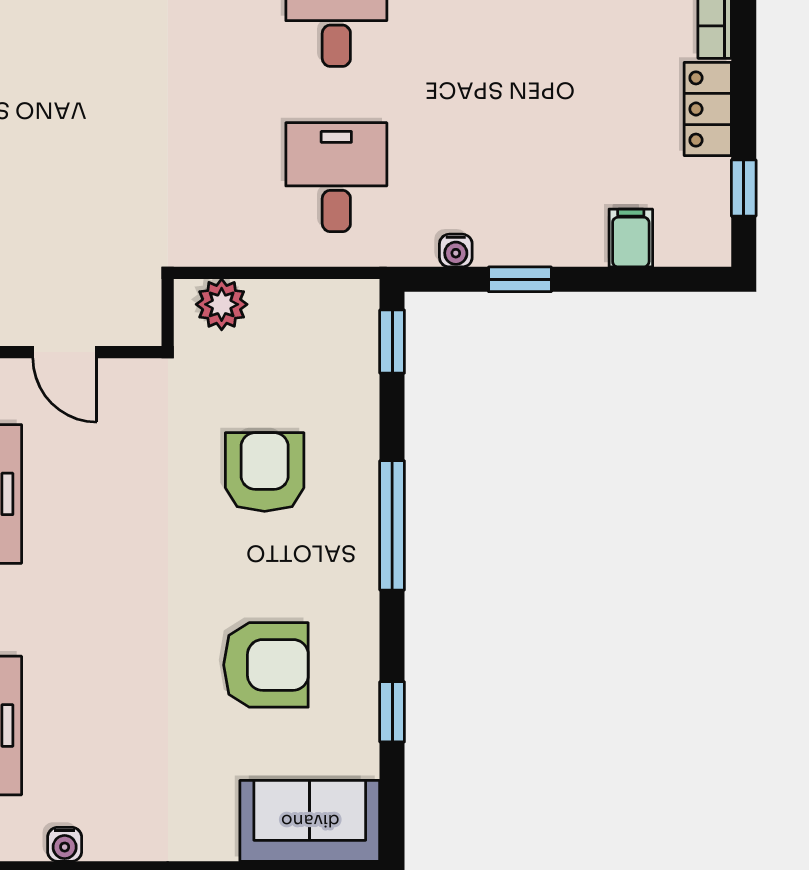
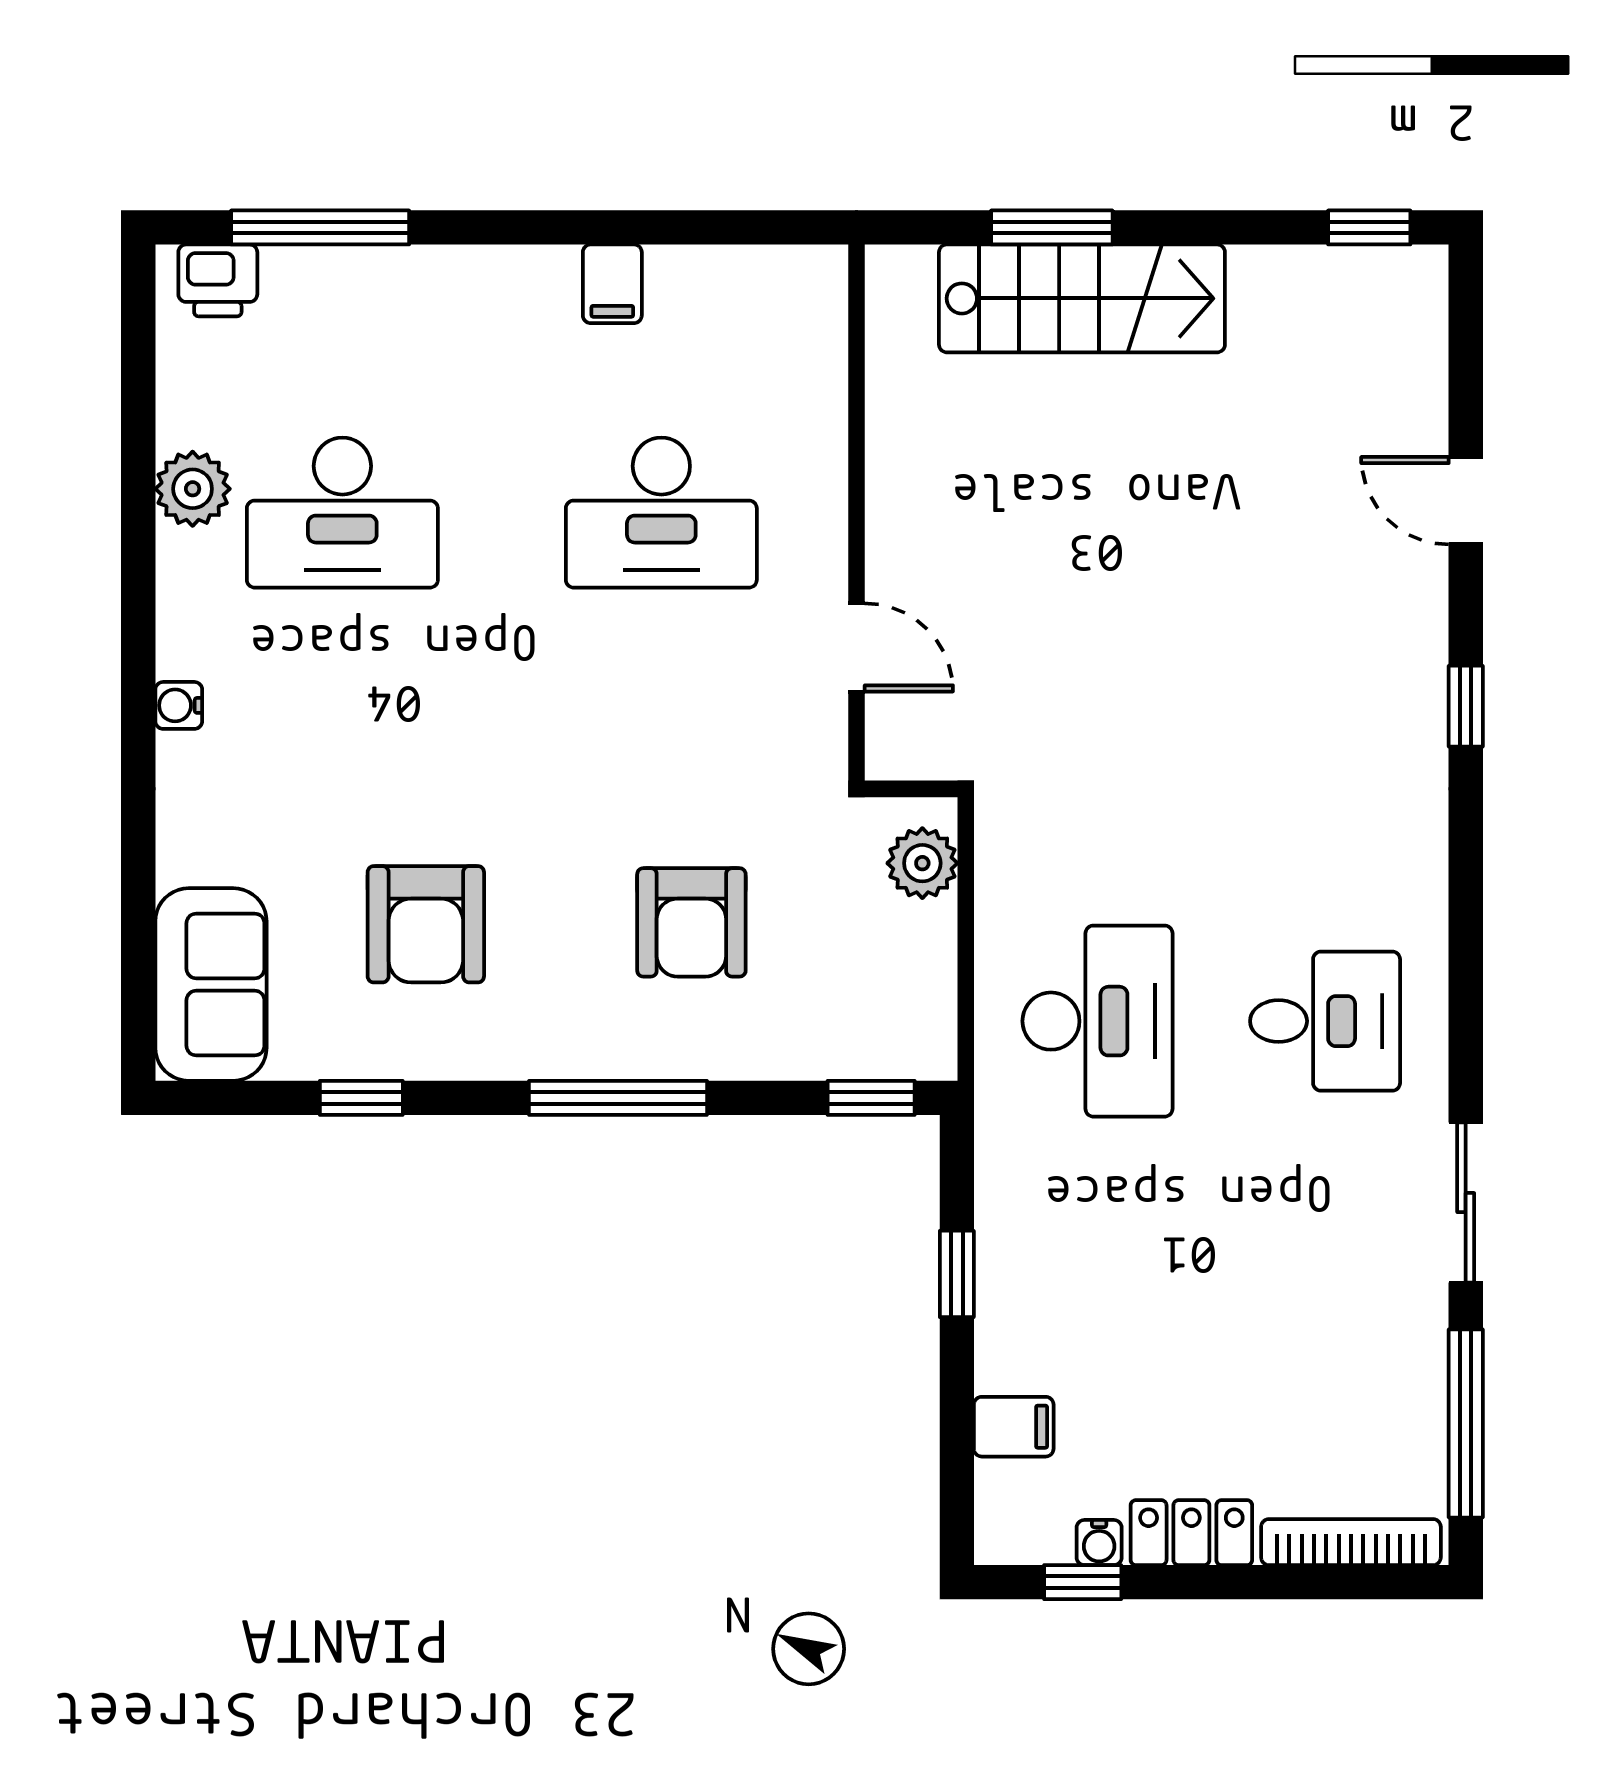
desk: (336, 177) -> (1097, 1021), width x1.37
water cooler: (456, 251) -> (1099, 1543), moved, turned -90
door: (65, 352) -> (857, 647), swing flipped
armchair: (265, 472) -> (691, 922), turned 90
water cooler: (65, 844) -> (179, 705), moved

